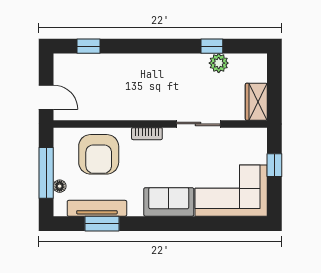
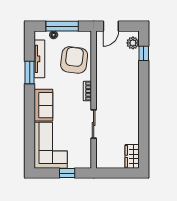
window: (212, 46) -> (144, 133), removed
plant: (219, 63) -> (133, 43), moved
wardrobe: (256, 102) -> (132, 156), moved, turned -90
armchair: (99, 154) -> (74, 60), turned 97
window: (102, 224) -> (30, 73), moved

